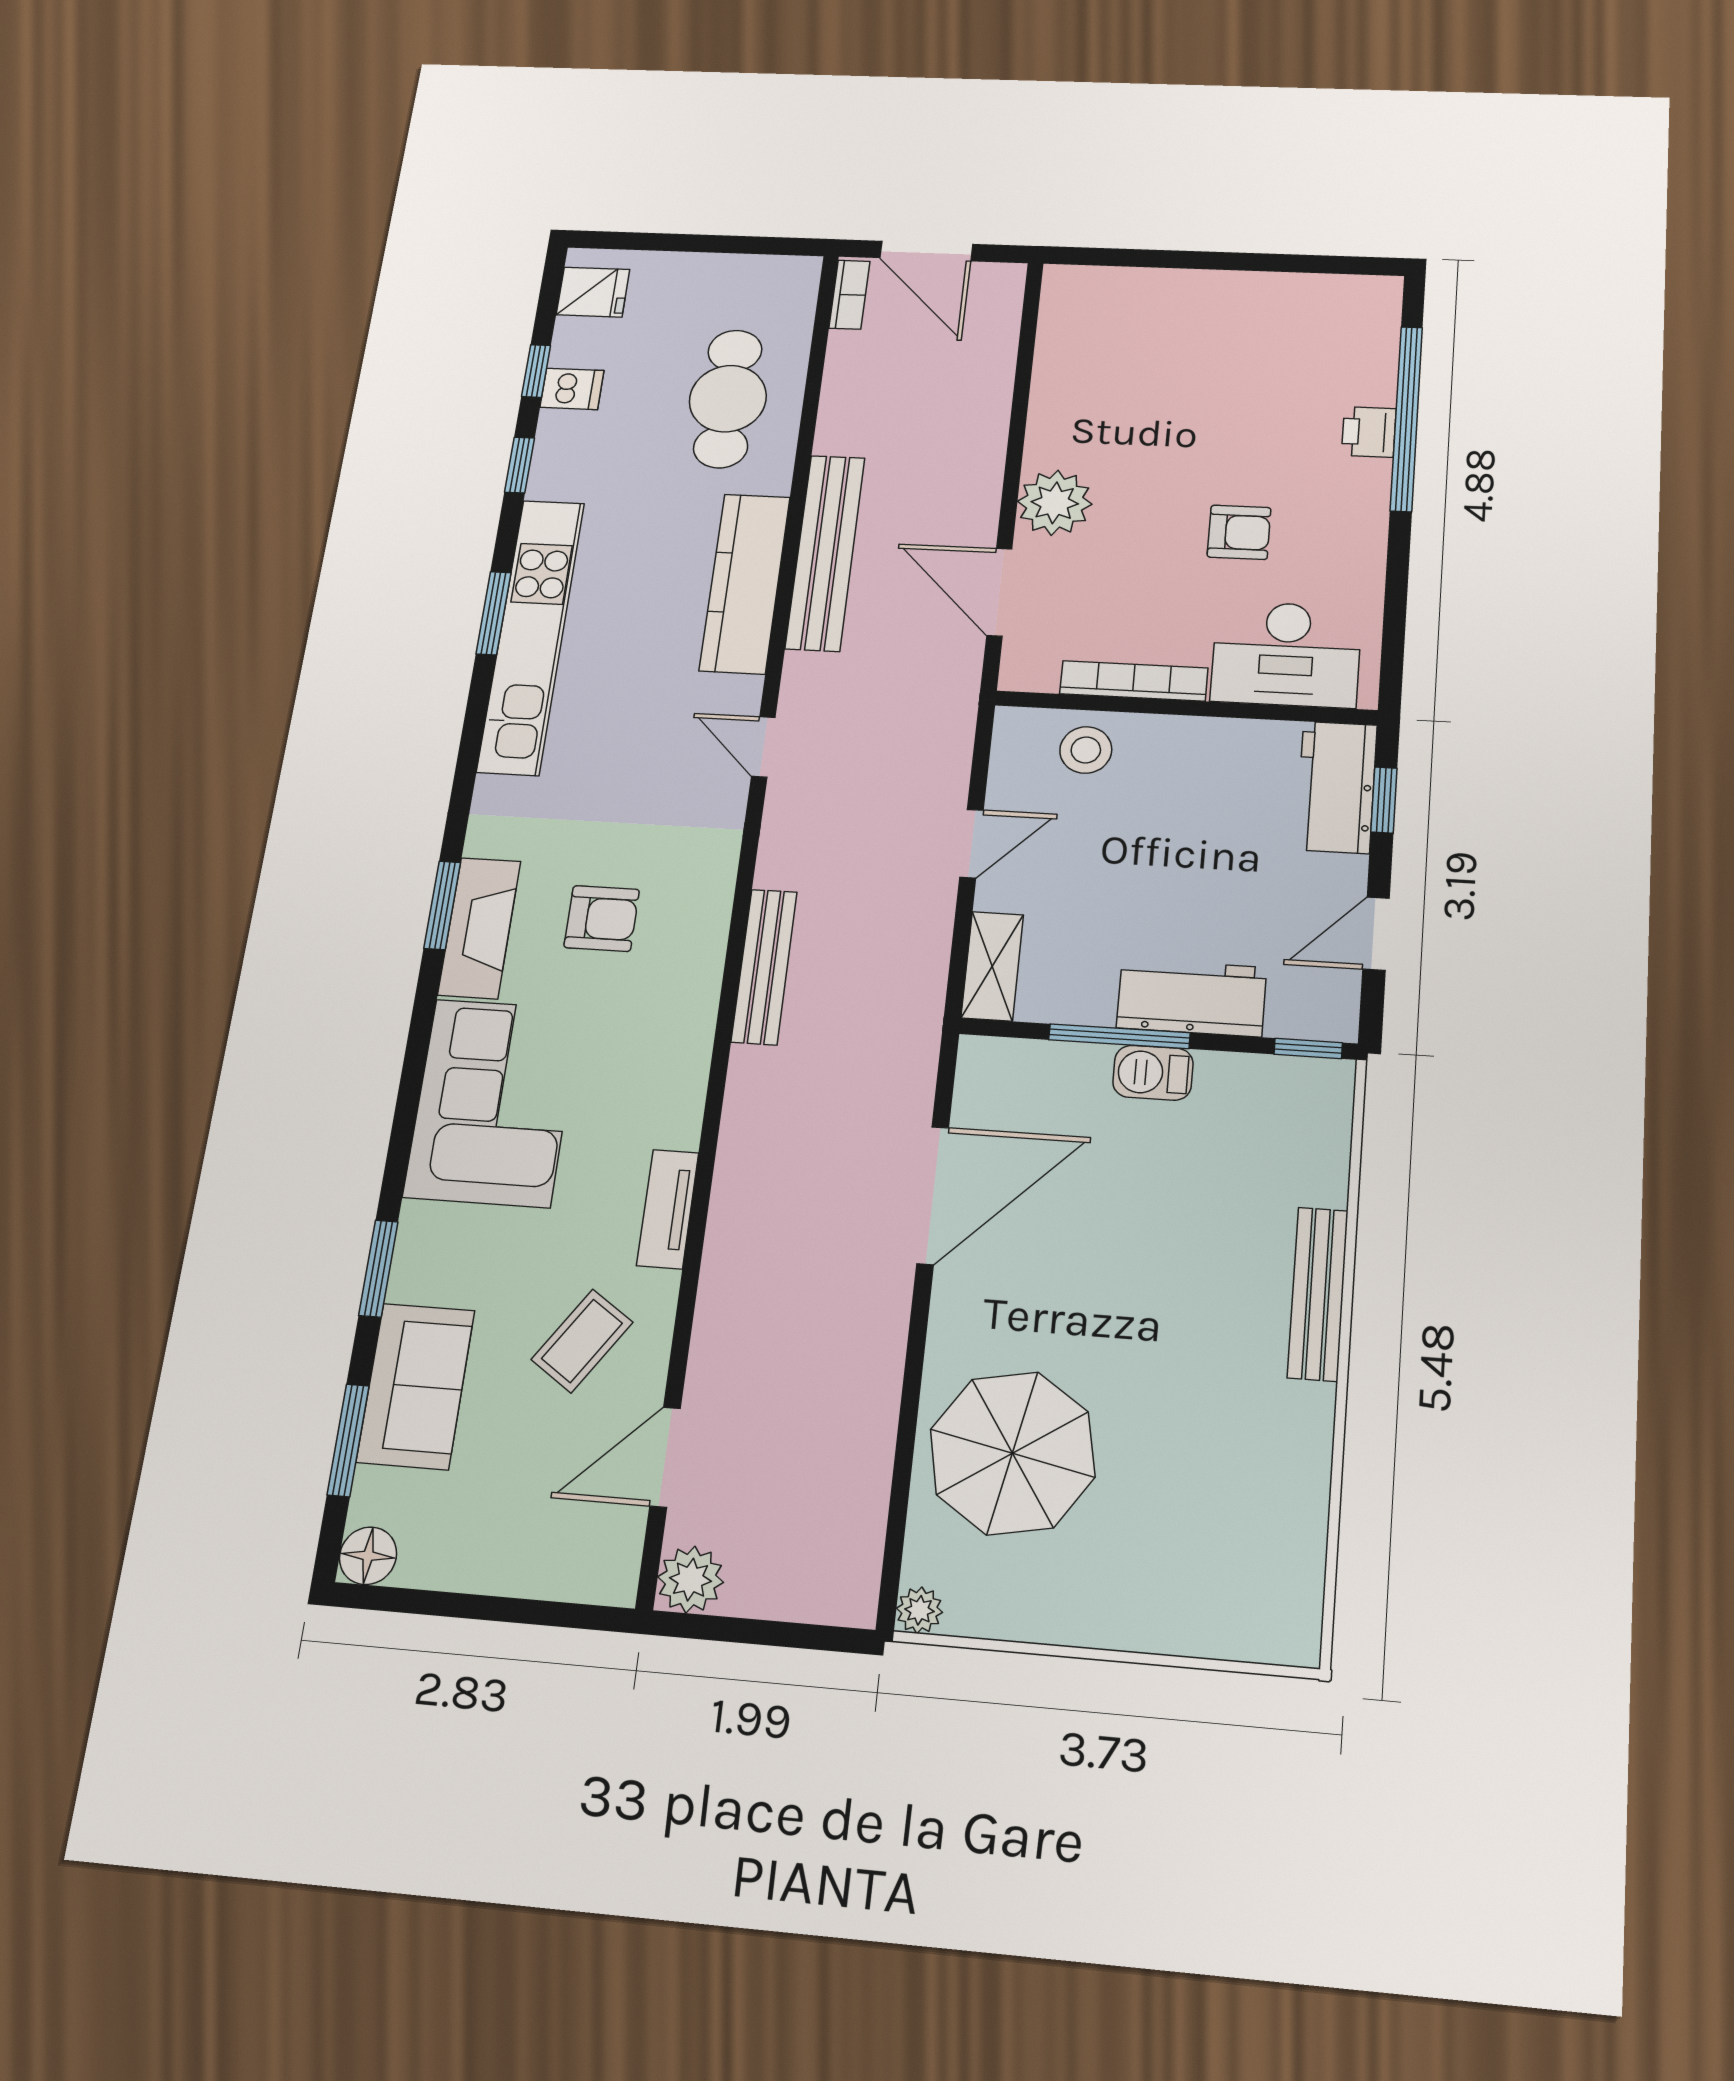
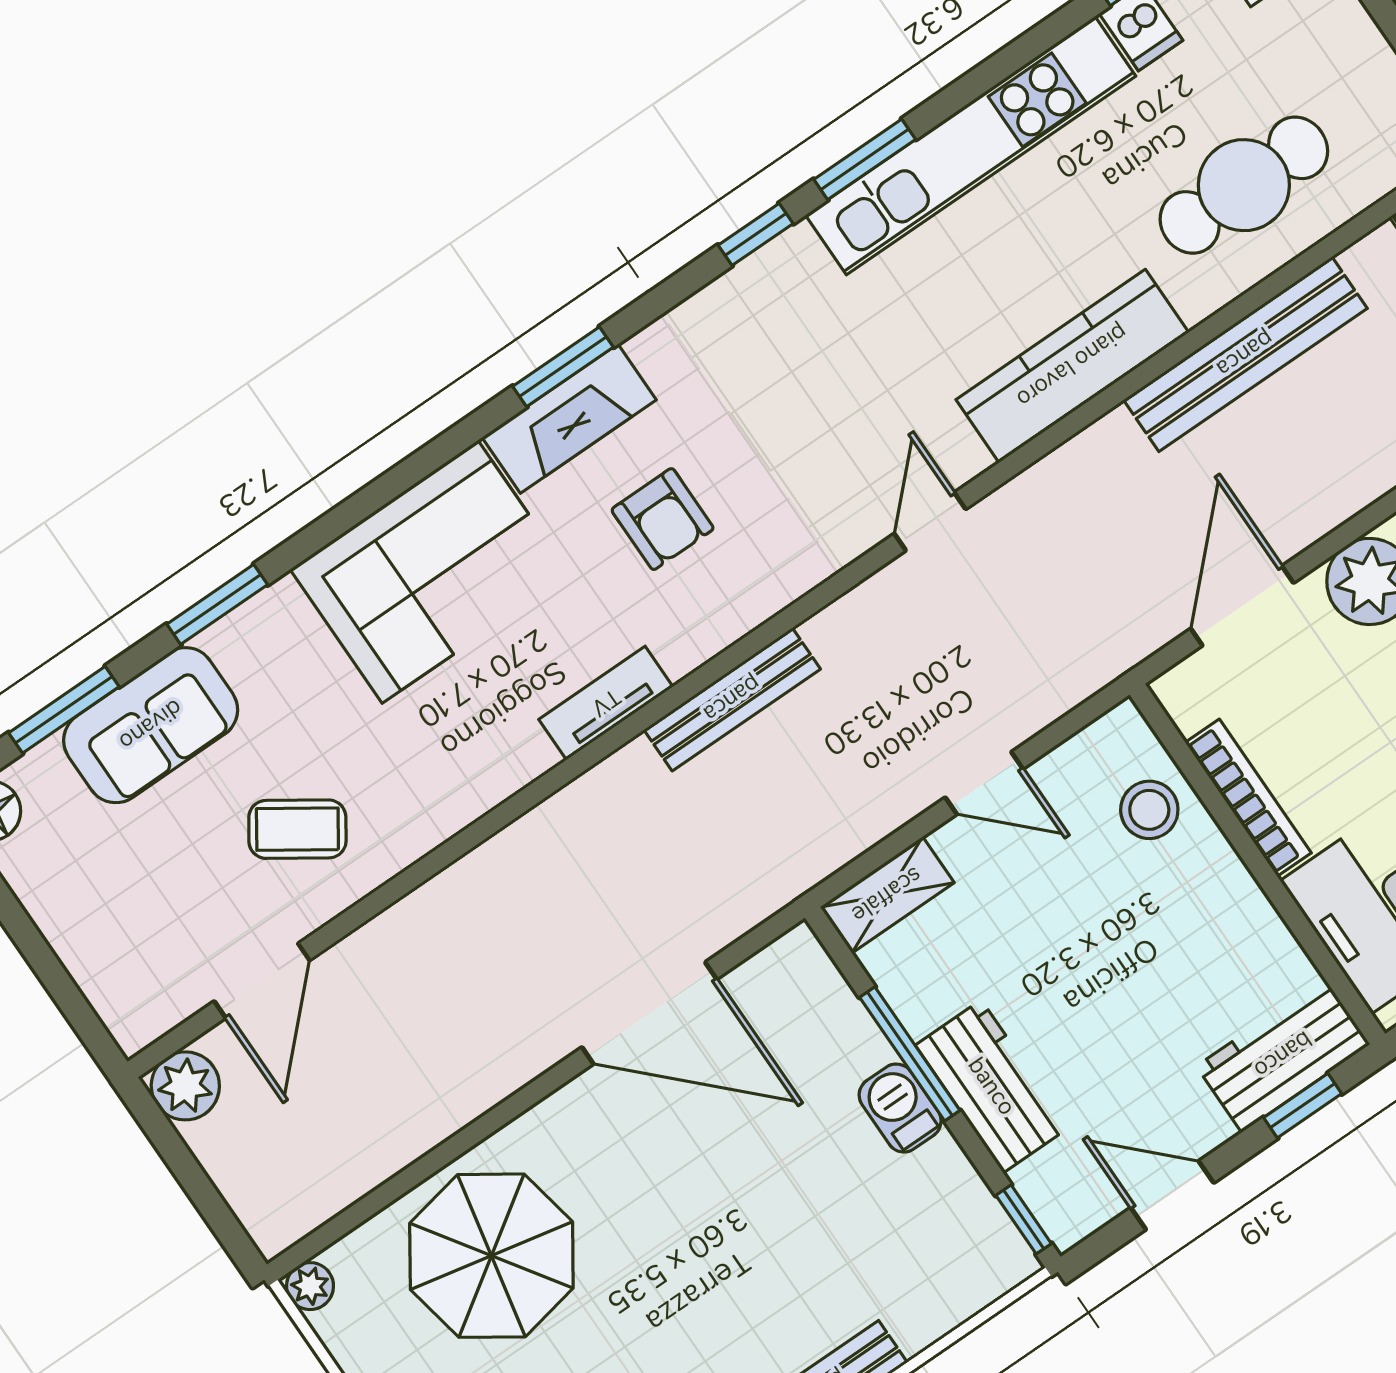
window: (520, 465) -> (756, 234), moved
bench: (825, 552) -> (1245, 354), moved
kitchen unit: (531, 636) -> (971, 146), moved
tv unit: (668, 1209) -> (606, 703), moved
door: (665, 1457) -> (262, 981), swing flipped

